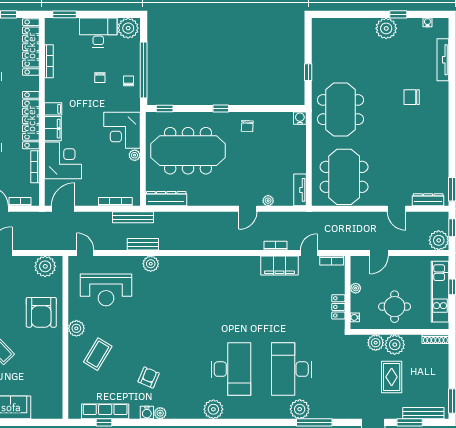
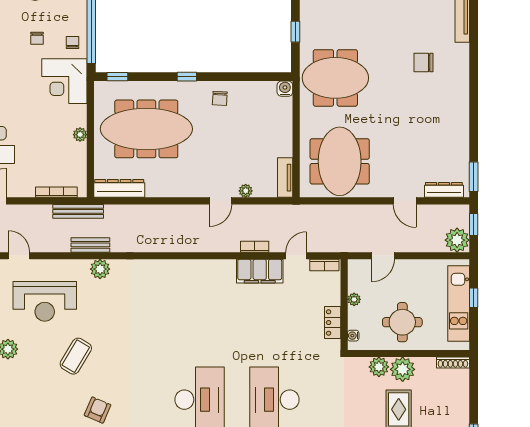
meeting table: (341, 110) -> (335, 78), turned 90
corner desk: (122, 130) -> (64, 81), moved
coffee table: (98, 354) -> (76, 356), moved

